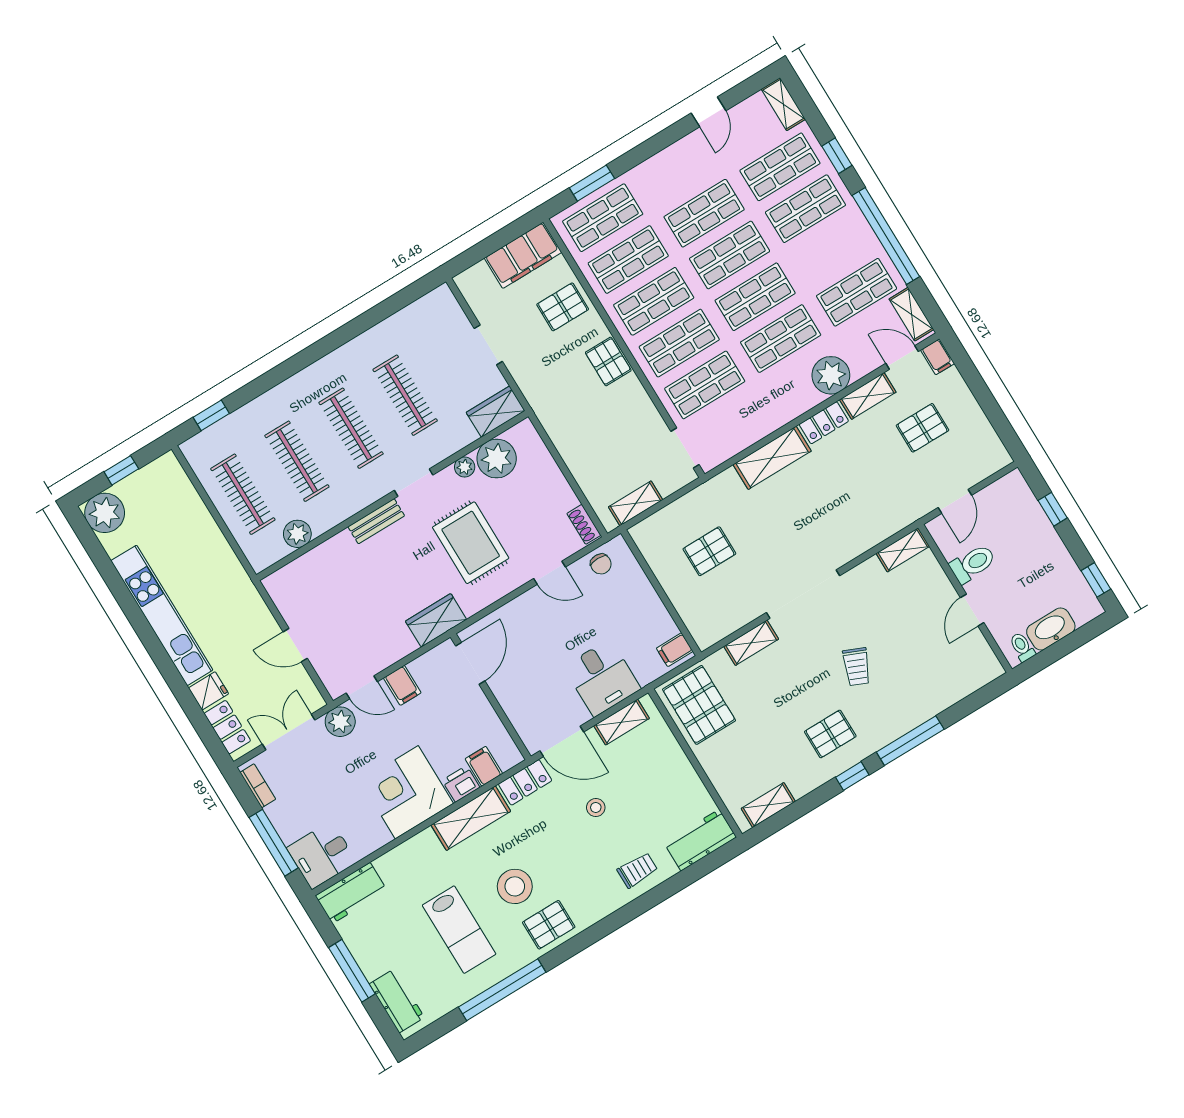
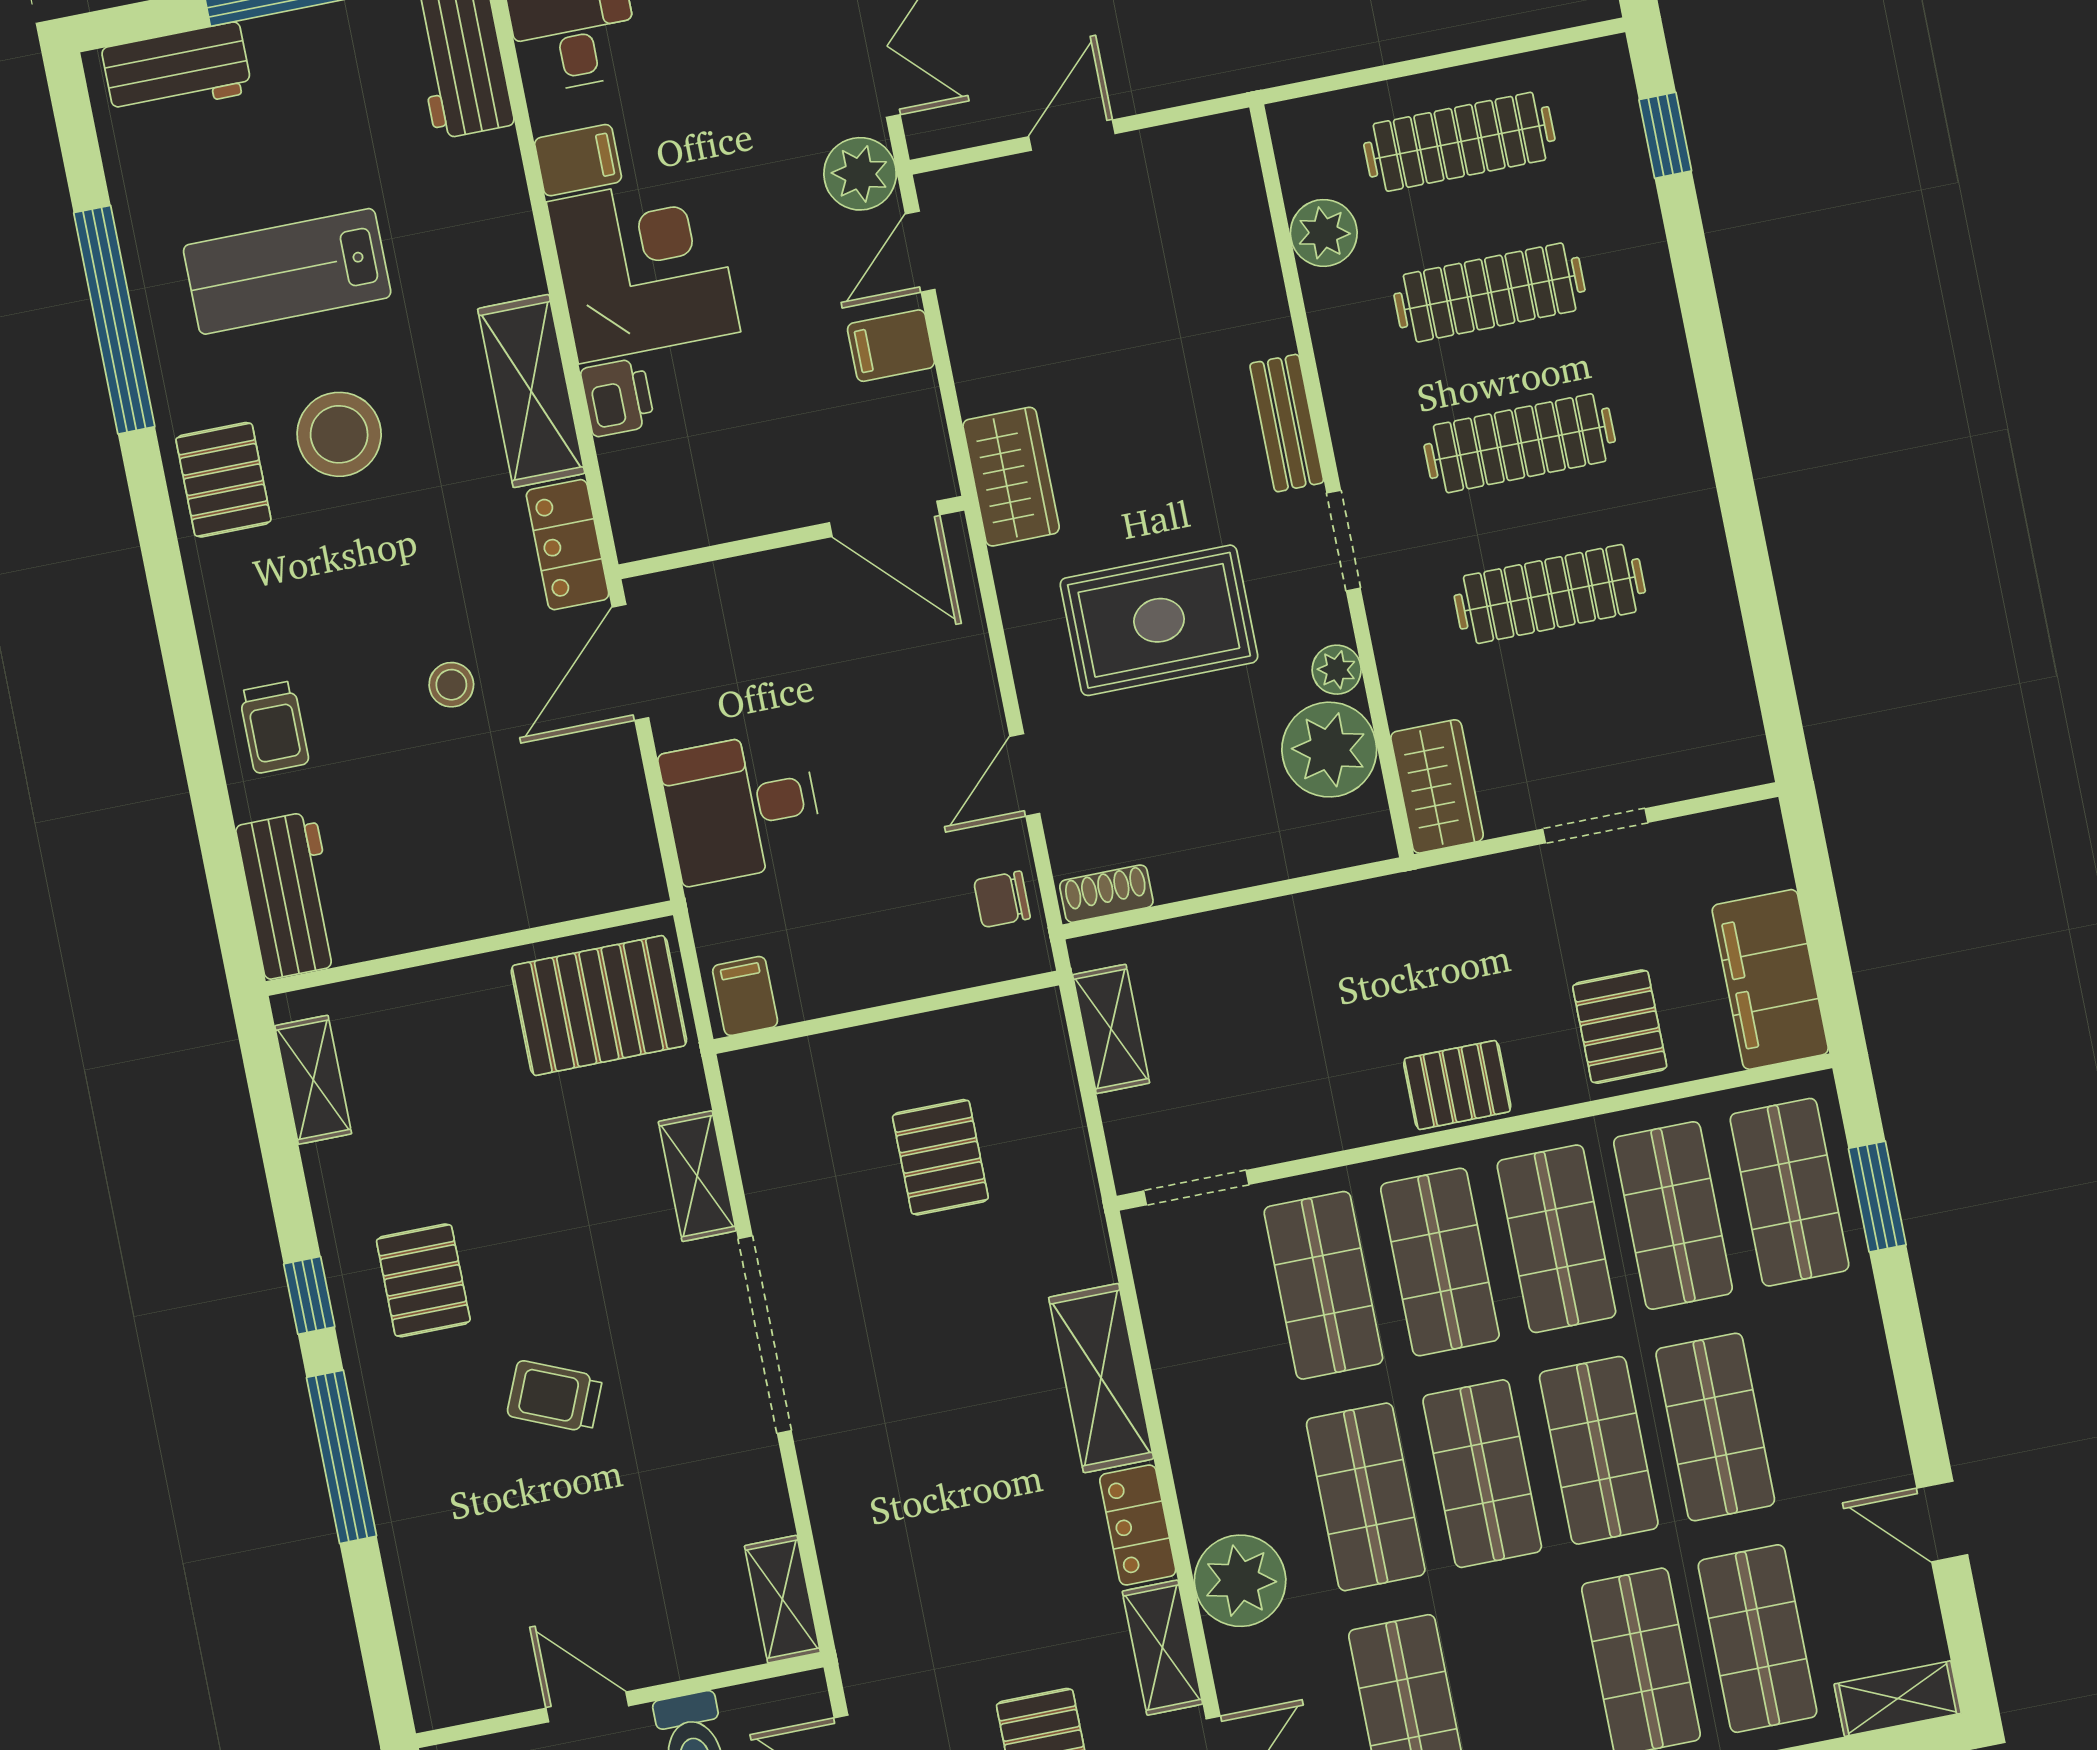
shelving: (622, 722) -> (625, 815), removed
filing cabinet: (484, 766) -> (578, 160), moved

